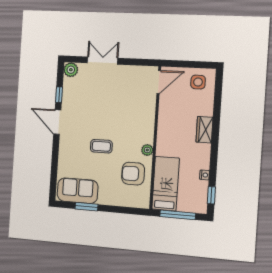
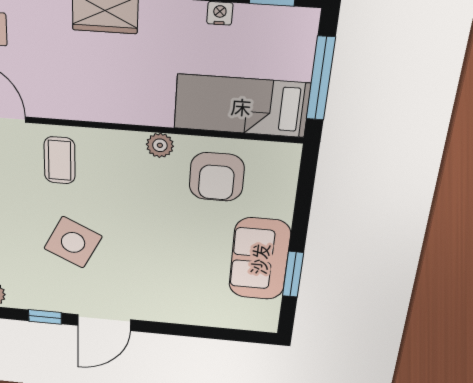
side table: (99, 110) -> (73, 242), added
coffee table: (101, 146) -> (60, 160), moved
sofa: (78, 191) -> (259, 259), moved

